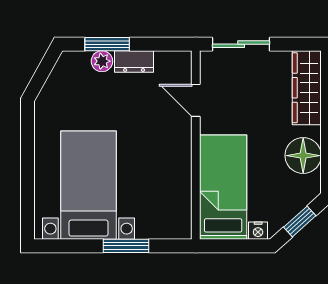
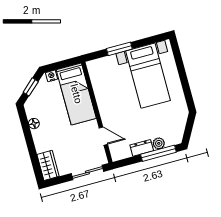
window: (107, 44) -> (158, 153), width x1.44
wardrobe: (307, 88) -> (48, 165), width x0.67
floor lamp: (303, 156) -> (34, 124), width x0.53, depth x0.53

